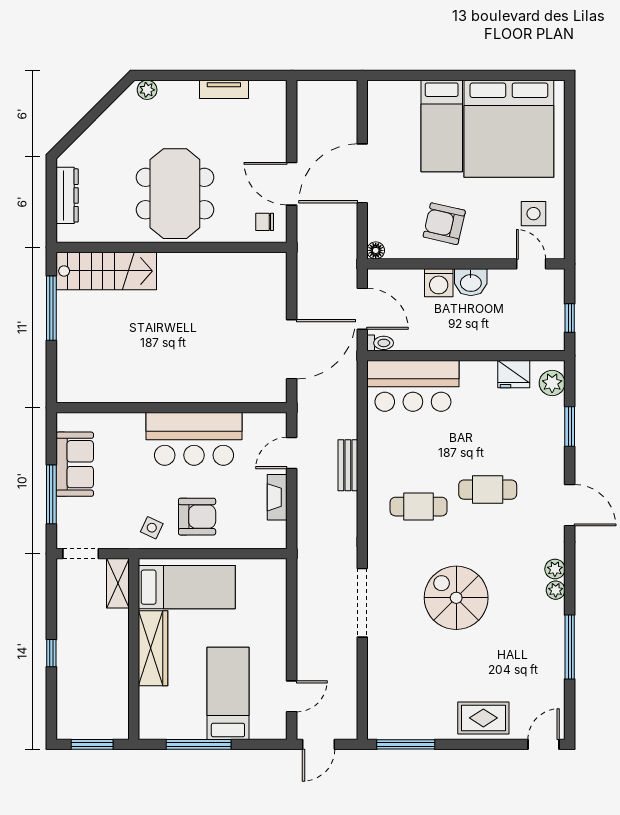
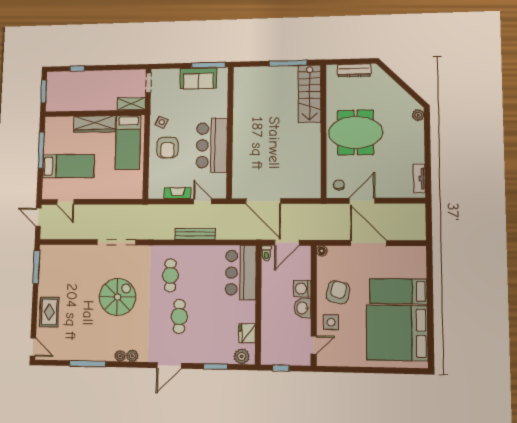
tv unit: (224, 89) -> (419, 178), moved
side table: (534, 214) -> (331, 322), moved
bench: (348, 465) -> (195, 234), width x1.36
window: (51, 494) -> (208, 65), moved
window: (51, 653) -> (77, 68), moved

